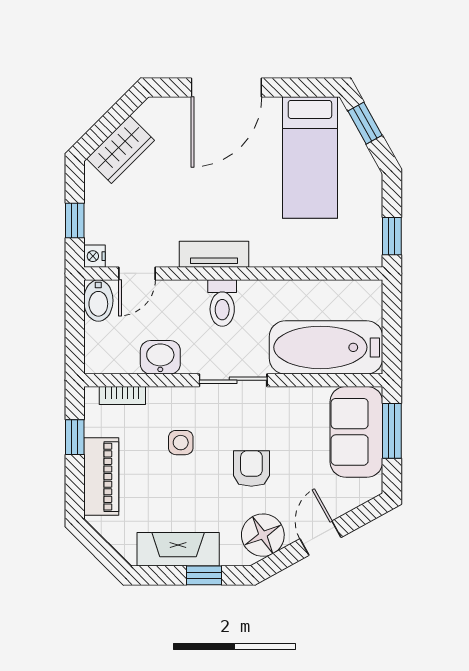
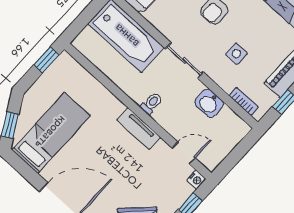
bidet: (98, 300) -> (214, 157), removed
toilet: (222, 303) -> (151, 103), width x0.73, depth x0.72

